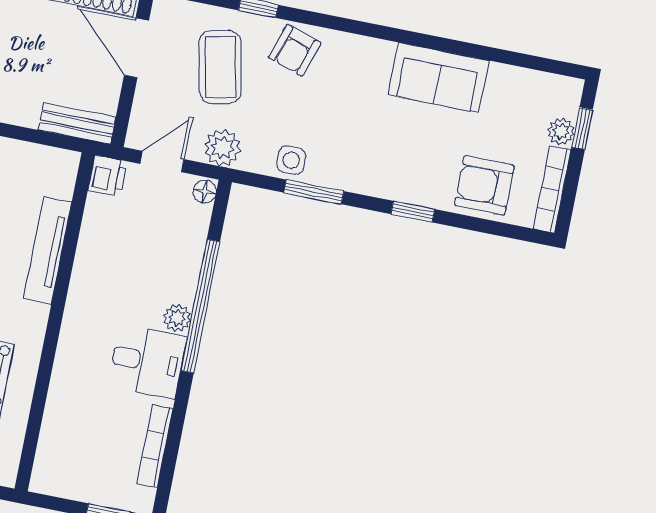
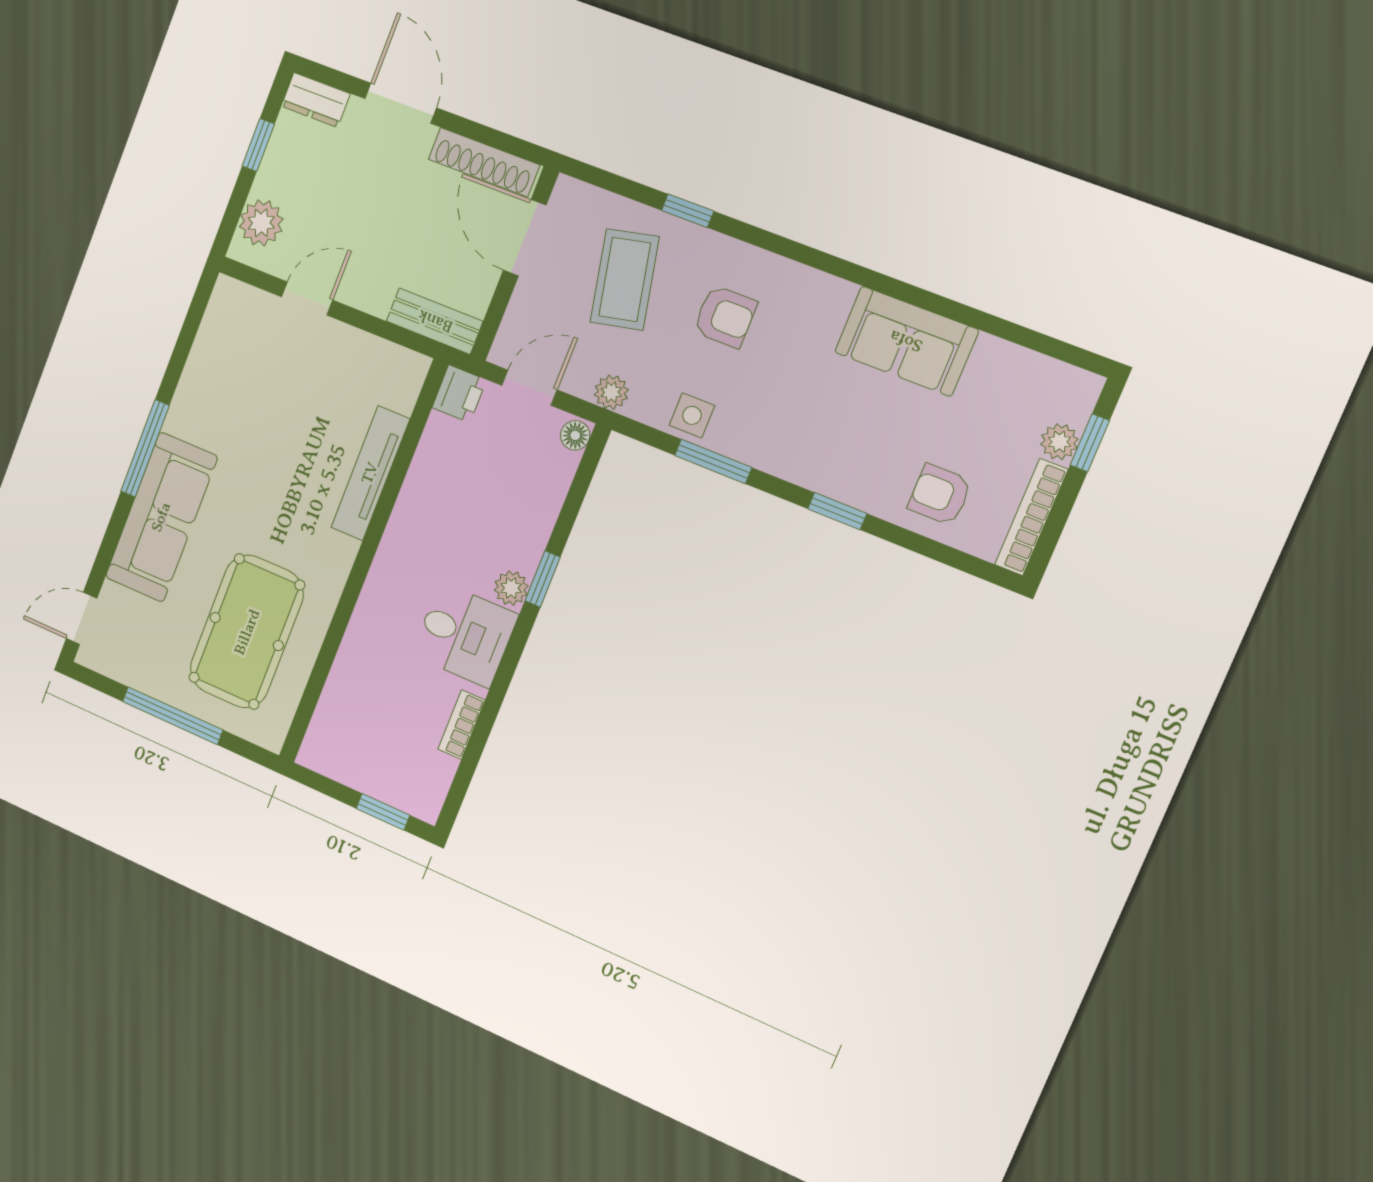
armchair: (295, 50) -> (725, 316), moved, turned -108
plant: (222, 148) -> (611, 392), width x0.73, depth x0.73
armchair: (484, 185) -> (940, 495), width x0.72, depth x0.72
window: (200, 306) -> (543, 579), width x0.32
bookcase: (155, 446) -> (461, 725), width x0.64

